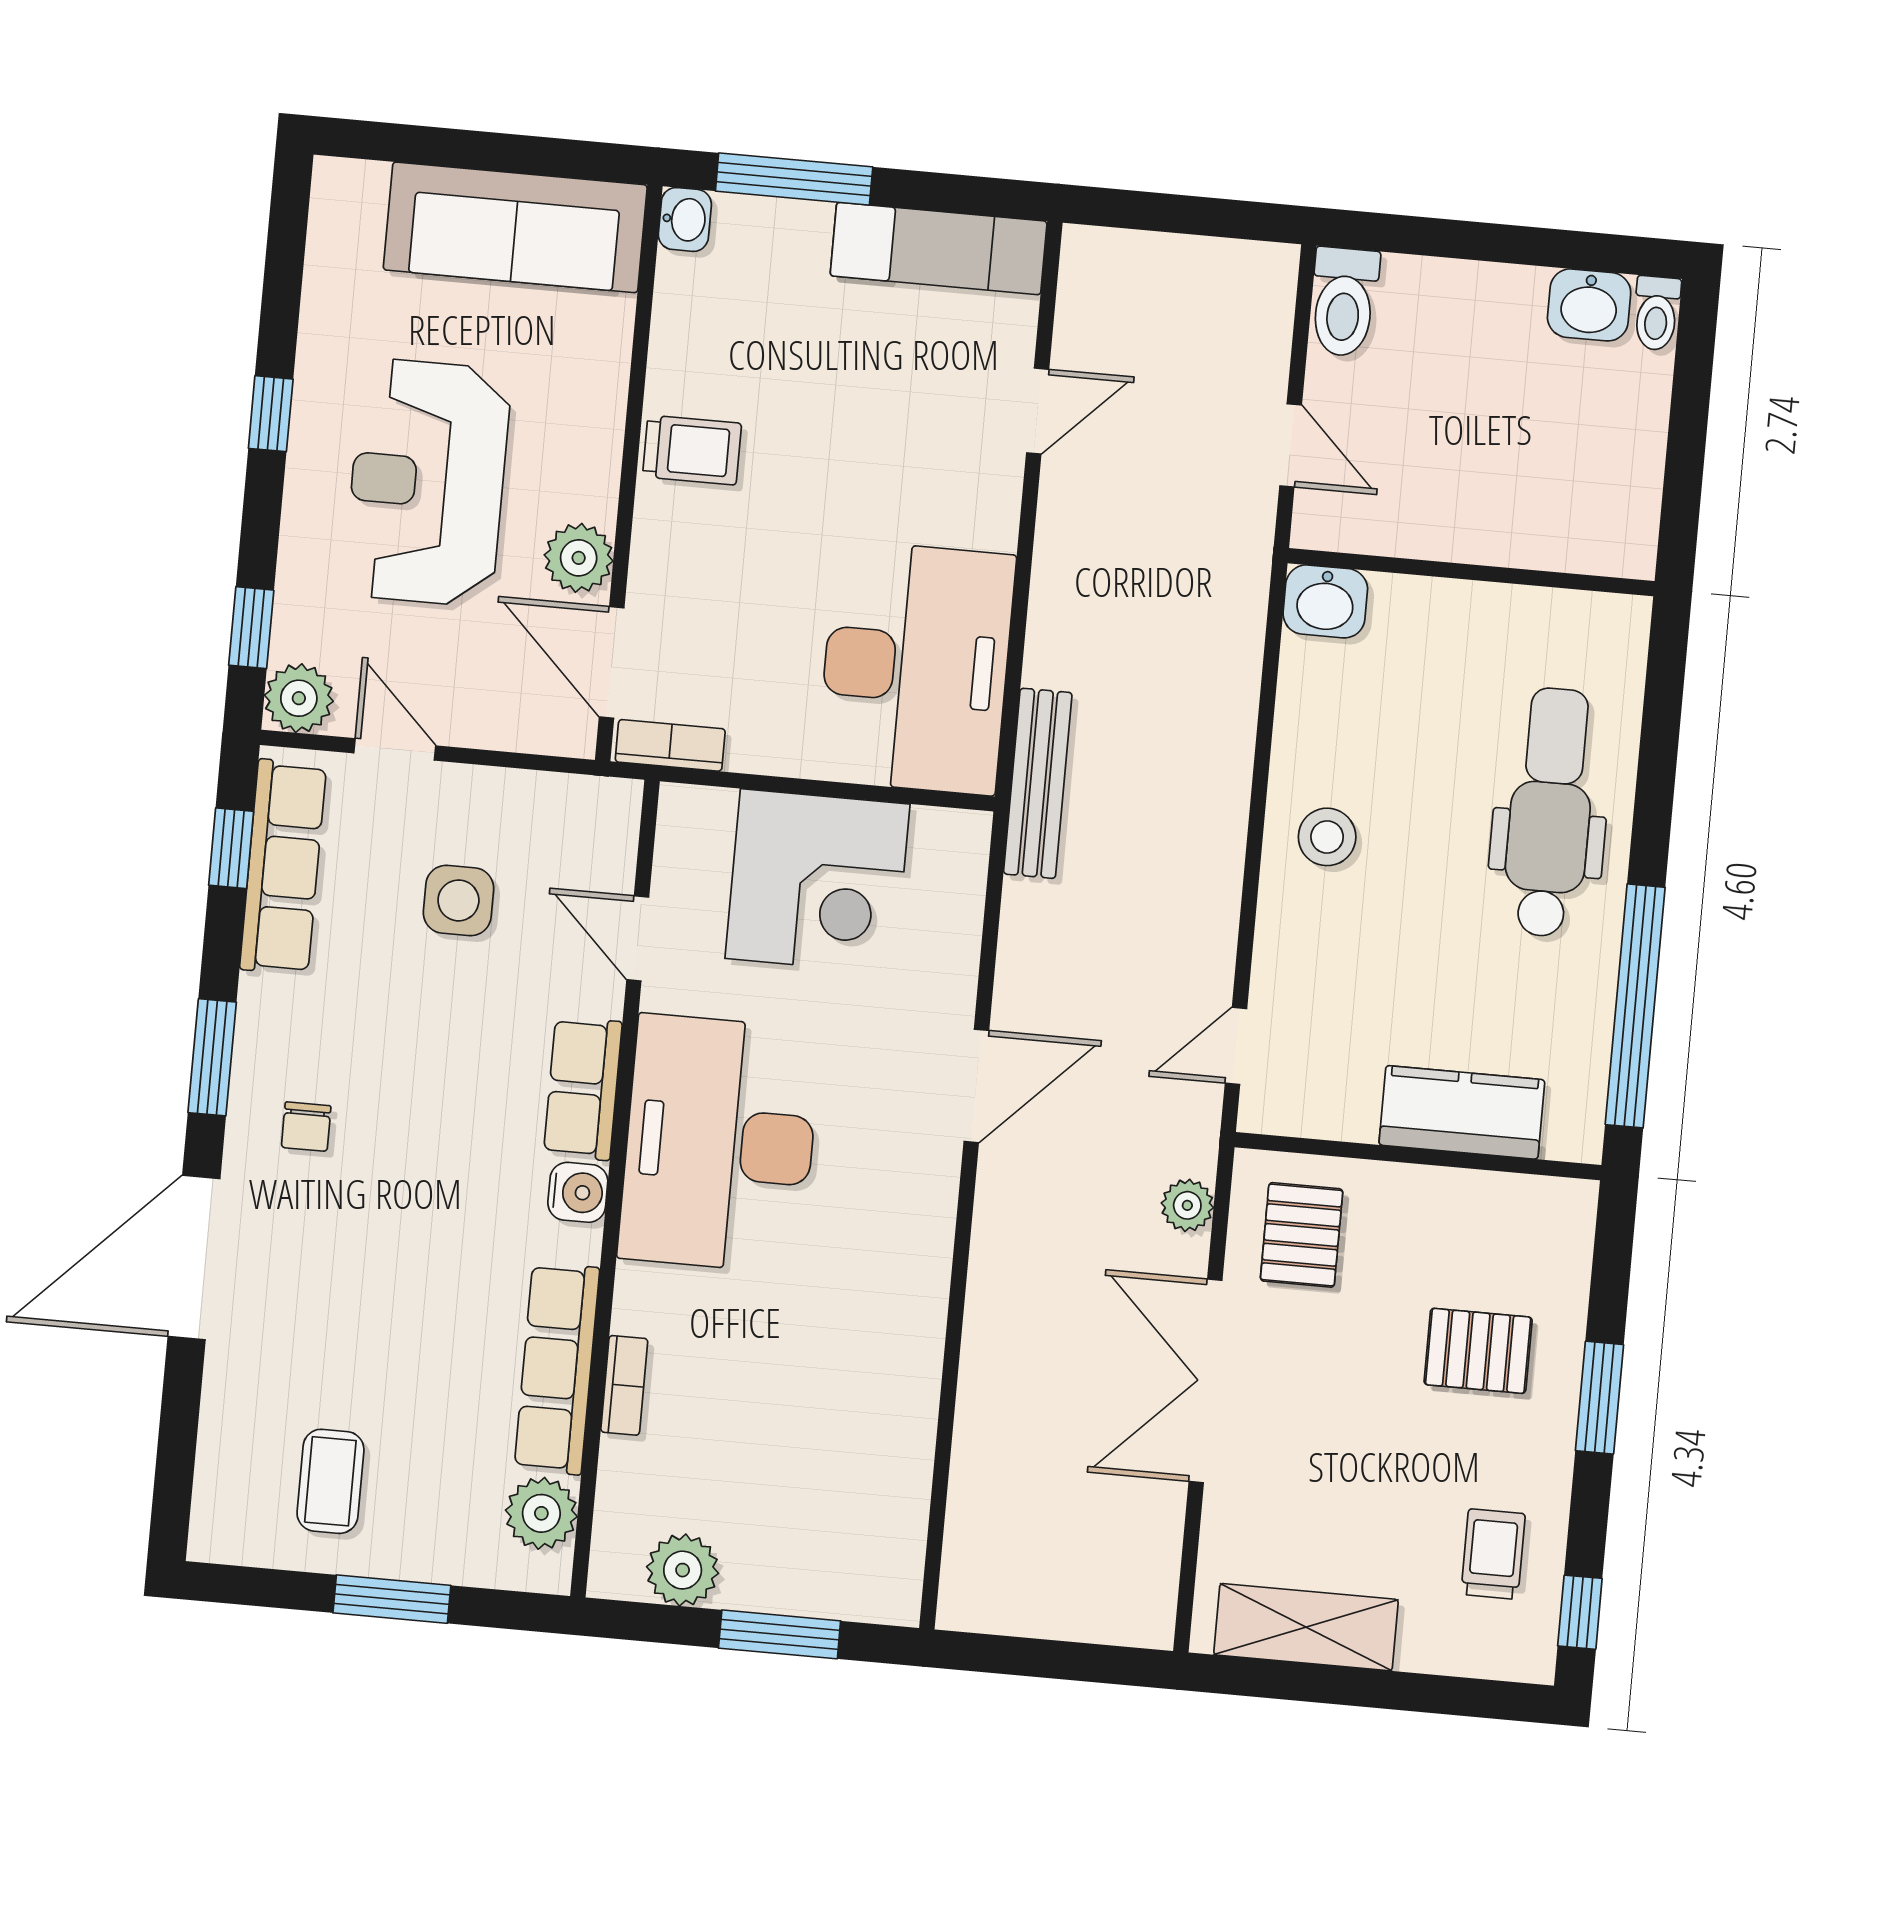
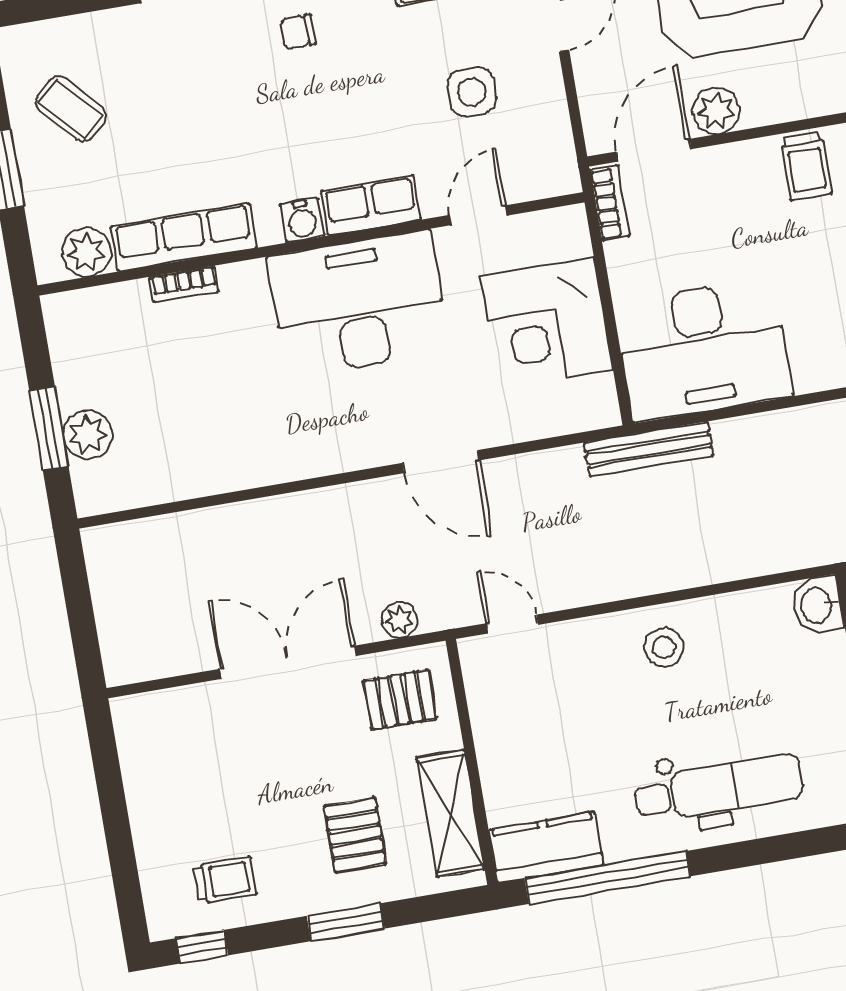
kitchen counter: (1462, 1112) -> (546, 847), moved, turned -90
coffee table: (330, 1481) -> (71, 109), turned 48
plant: (683, 1570) -> (88, 435), moved
shelving: (1306, 1627) -> (451, 813), moved

